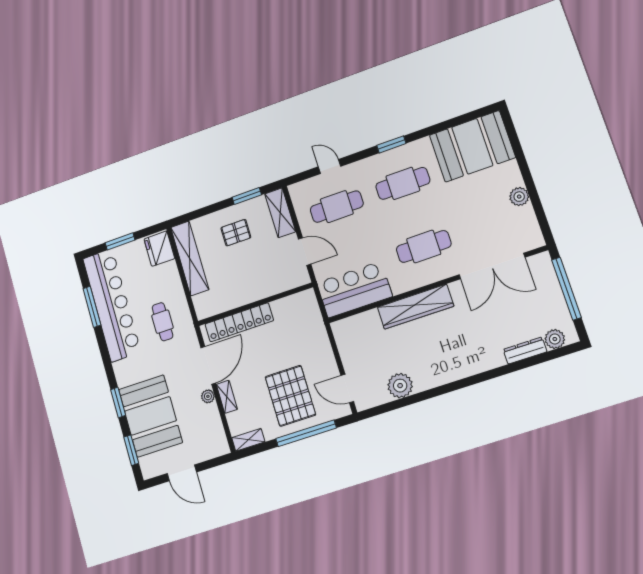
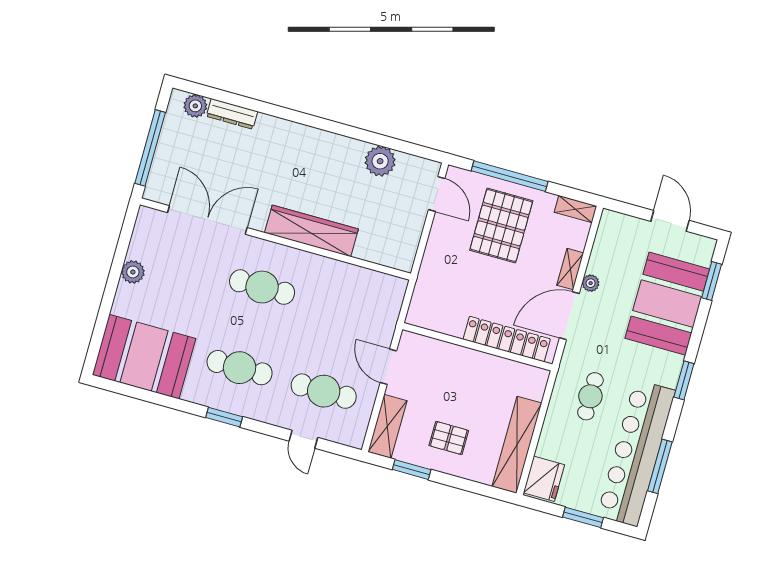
bar counter: (355, 290) -> (362, 291), removed
window: (118, 402) -> (684, 380), moved

